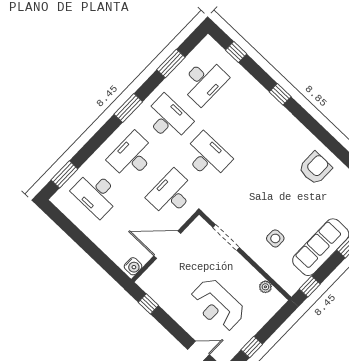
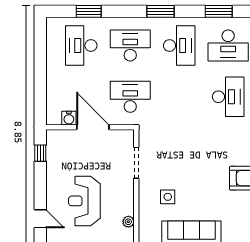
desk: (207, 156) -> (228, 97), moved
window: (64, 174) -> (89, 11), moved
water cooler: (133, 266) -> (69, 118), moved

